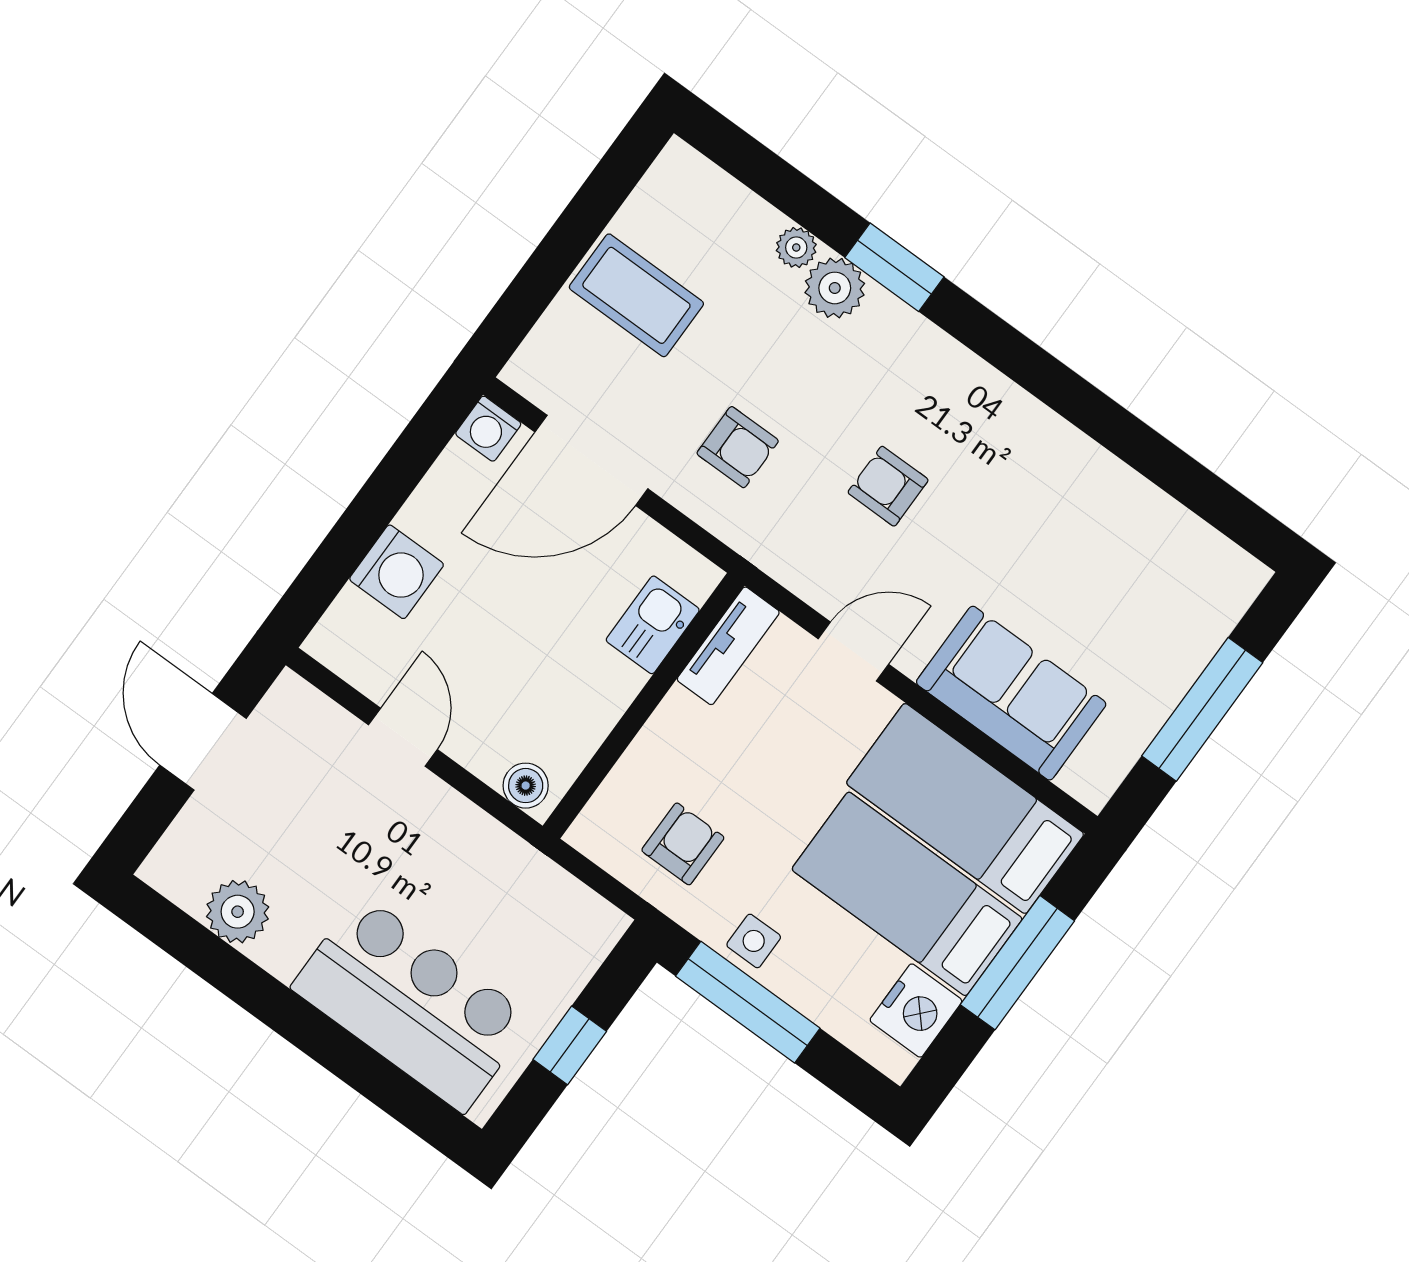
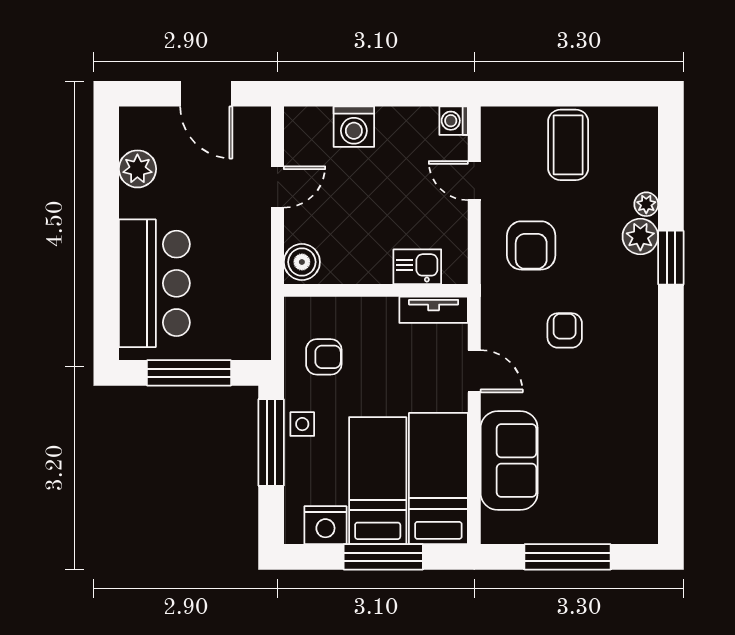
armchair: (738, 447) -> (531, 245), width x1.38, depth x1.38
door: (591, 460) -> (474, 181), width x0.53
door: (203, 742) -> (206, 94), swing flipped
boiler: (526, 786) -> (302, 262), width x1.36, depth x1.36
window: (570, 1045) -> (189, 373), width x2.17

